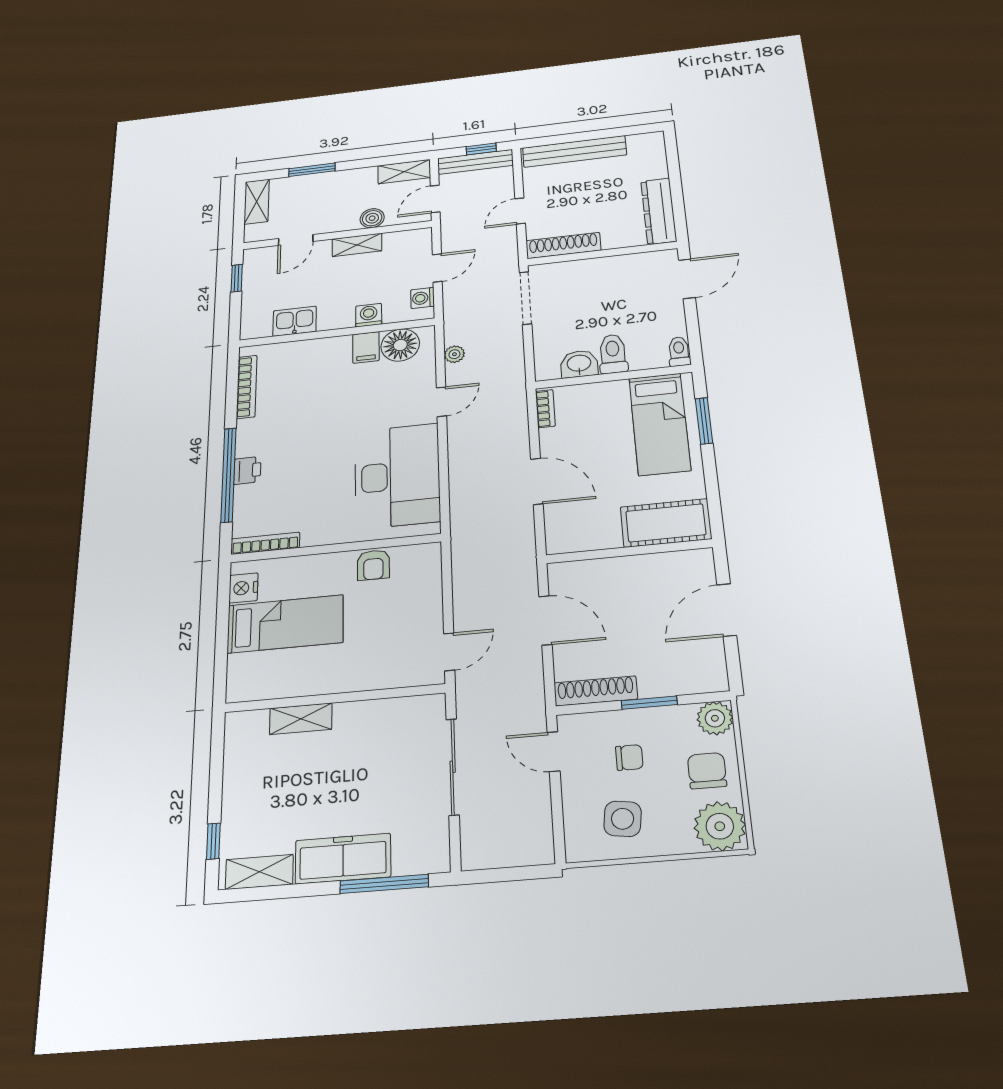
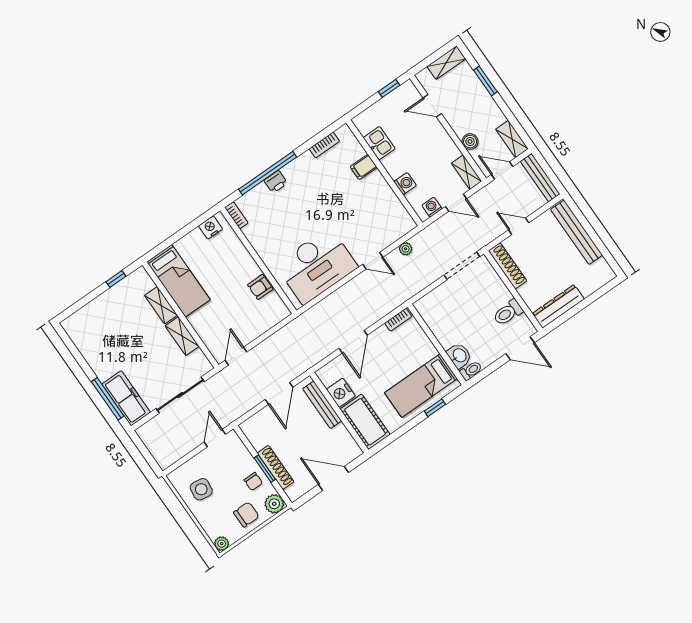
window: (481, 149) -> (551, 175), removed
shelving: (357, 245) -> (467, 172), moved
floor lamp: (400, 345) -> (396, 215), removed
filing cabinet: (366, 347) -> (364, 167), moved
toilet: (613, 354) -> (508, 313), moved, turned 180
washbasin: (579, 364) -> (459, 356), moved
bookcase: (247, 387) -> (324, 145), width x0.64
window: (704, 421) -> (435, 408), width x0.67
nightstand: (601, 534) -> (341, 393), added
bookcase: (265, 543) -> (236, 215), width x0.64
bench: (602, 569) -> (322, 405), added
bed: (285, 624) -> (178, 281), moved
door: (449, 652) -> (236, 356), swing flipped
shoe rack: (596, 691) -> (276, 467), moved
chair: (629, 757) -> (253, 481), moved
plant: (720, 826) -> (222, 544), width x0.53, depth x0.53
window: (213, 841) -> (116, 279), moved
freezer: (343, 859) -> (126, 398), moved
shelving: (259, 872) -> (182, 336), moved

